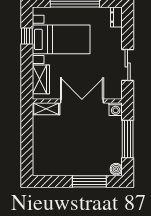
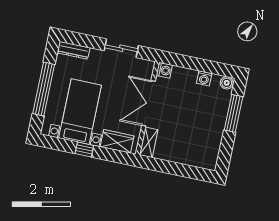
dresser: (116, 17) -> (74, 50), width x1.44
window: (27, 36) -> (84, 149), moved
window: (128, 139) -> (198, 64), removed
washing machine: (116, 147) -> (204, 78), added

